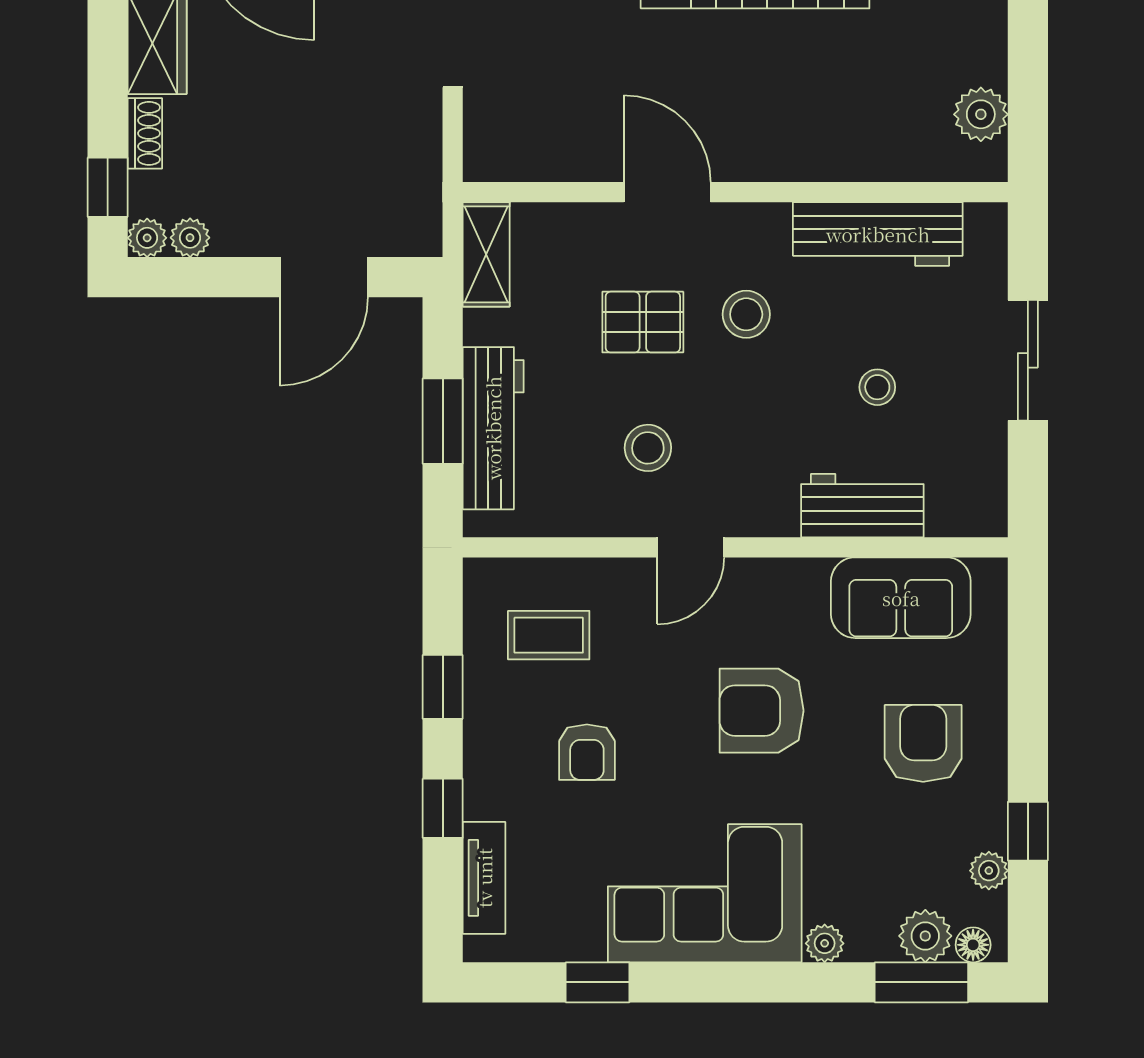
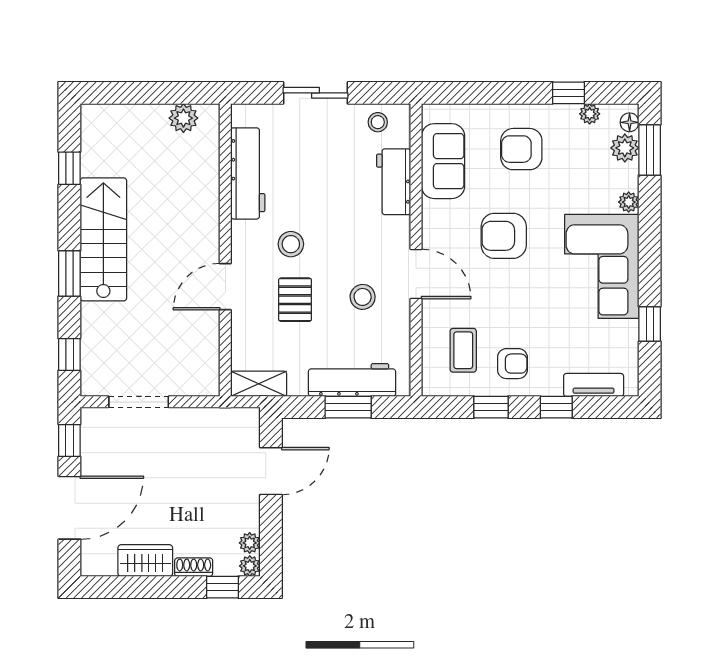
door: (324, 277) -> (271, 471), hinge flipped
stool: (877, 387) -> (378, 122), moved
door: (691, 547) -> (416, 274), width x1.38
armchair: (762, 711) -> (504, 236), turned 90
armchair: (587, 752) -> (512, 364), moved

